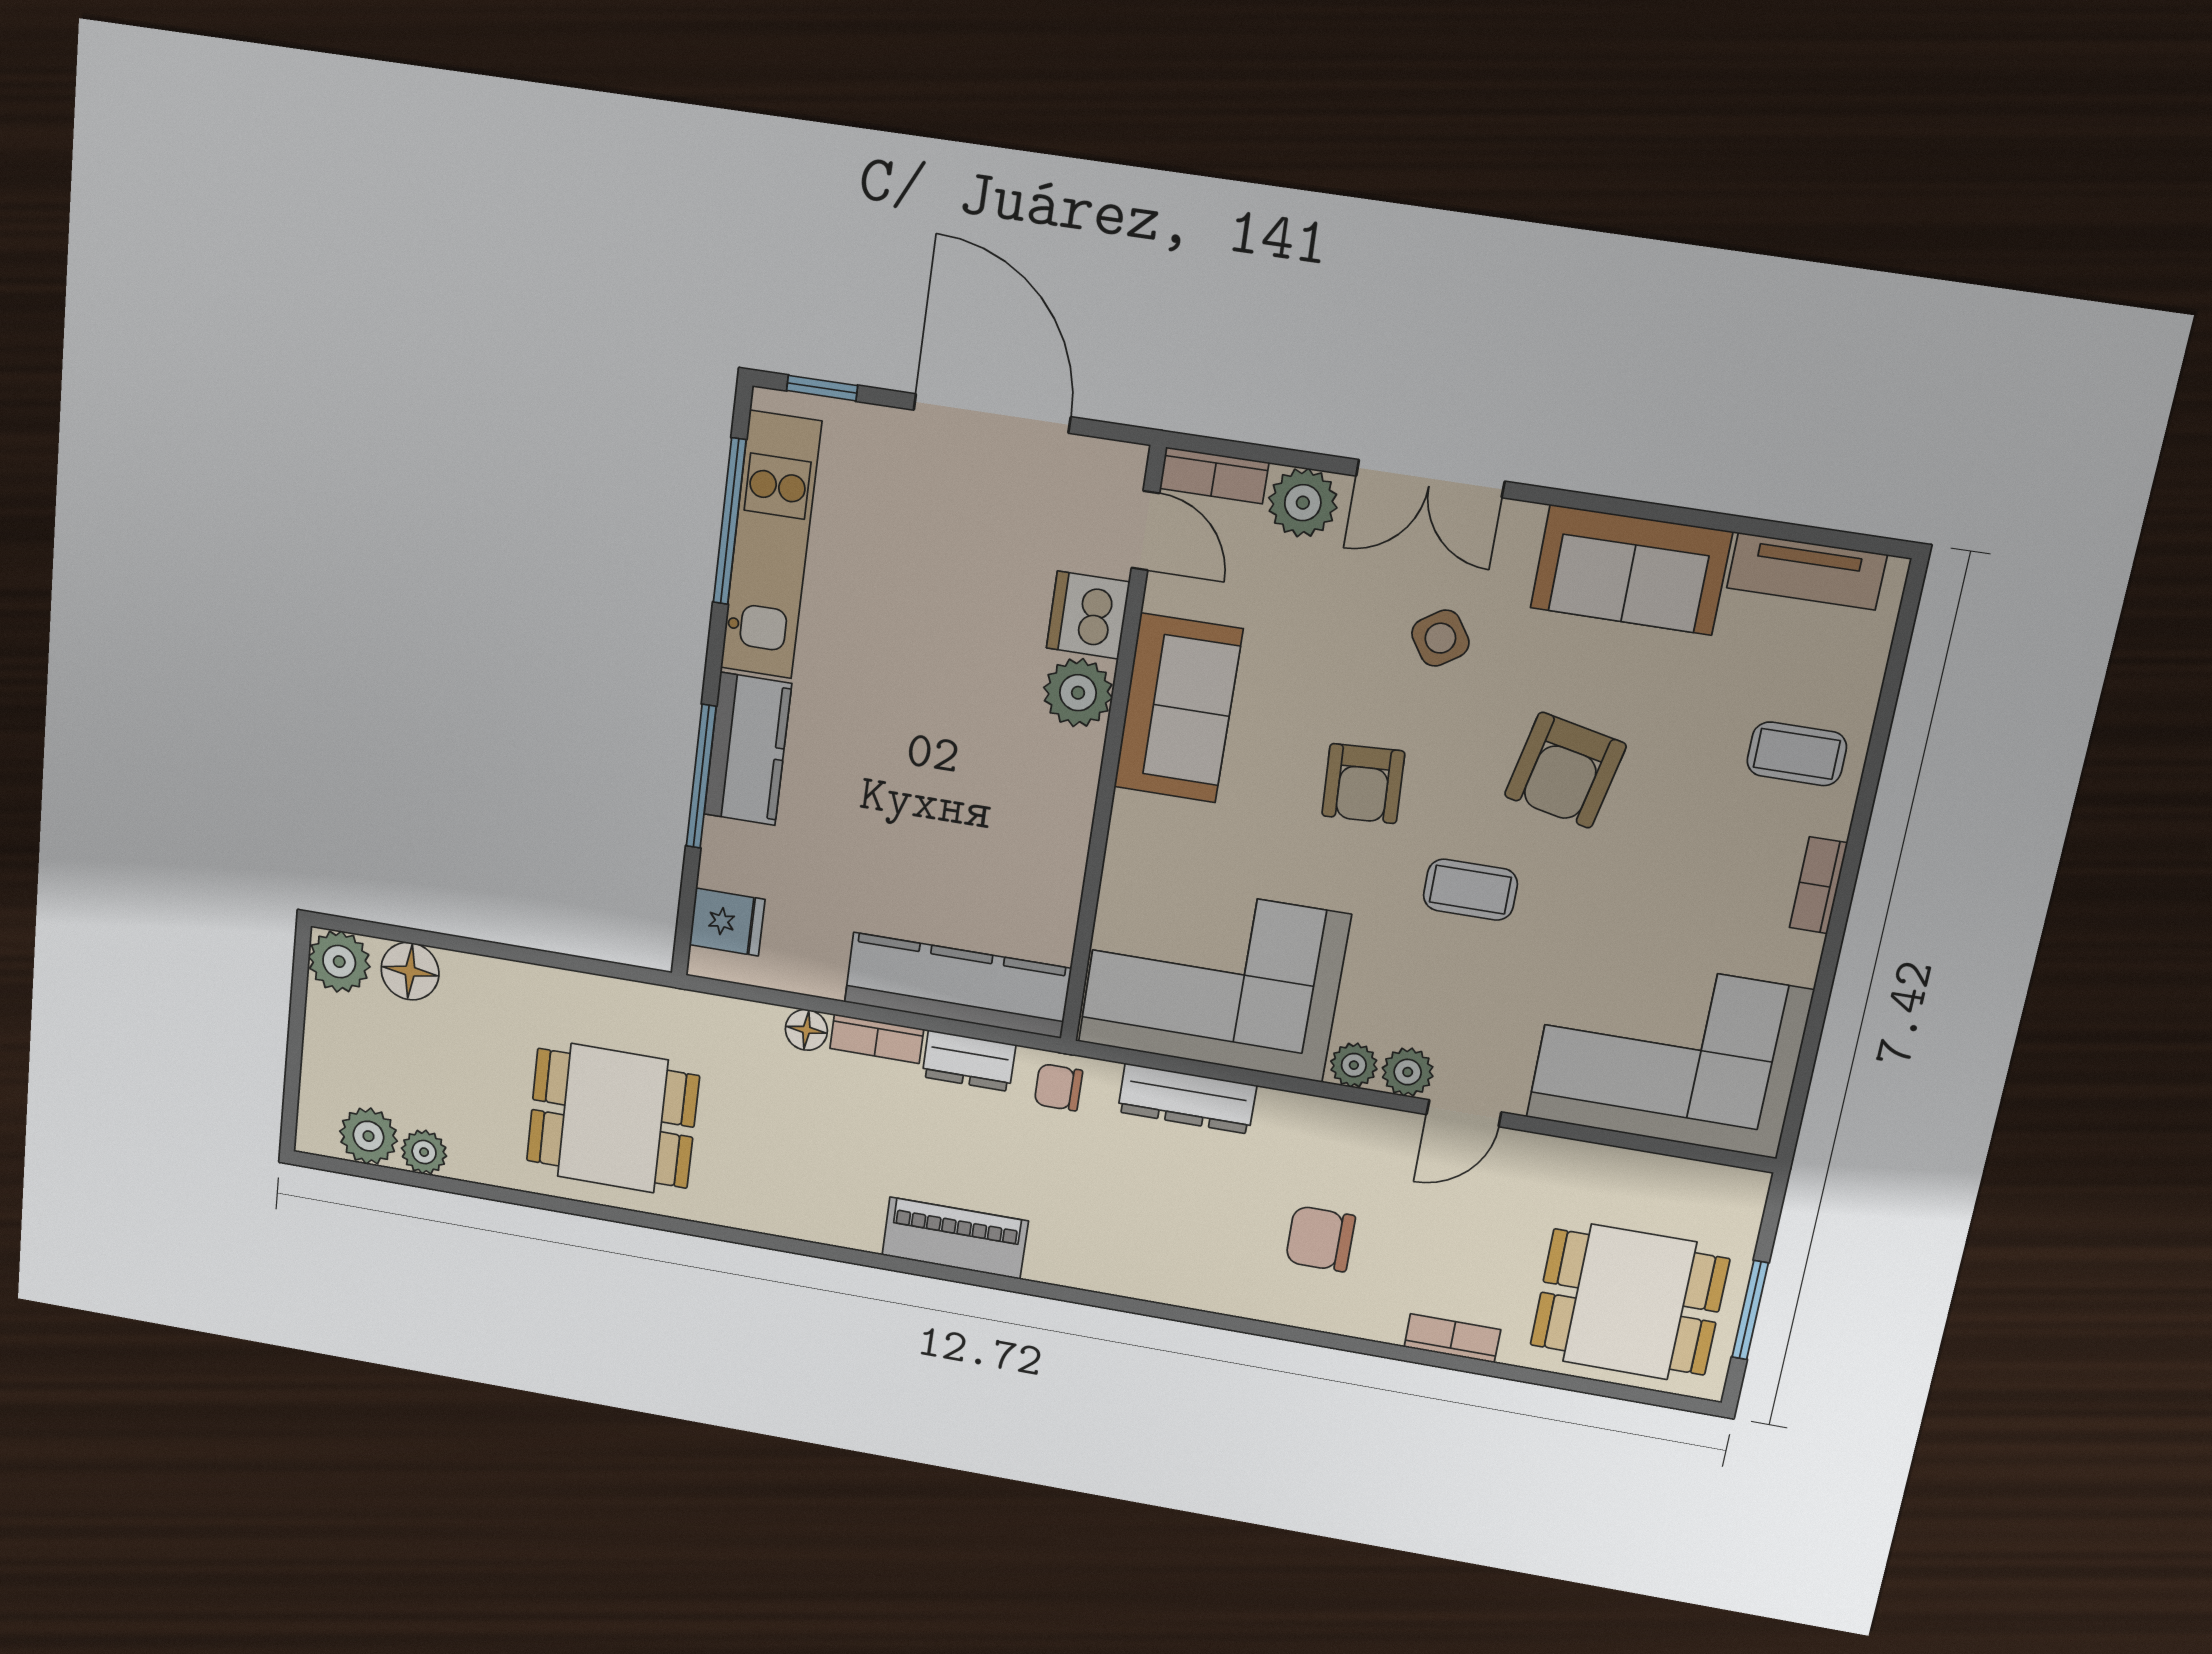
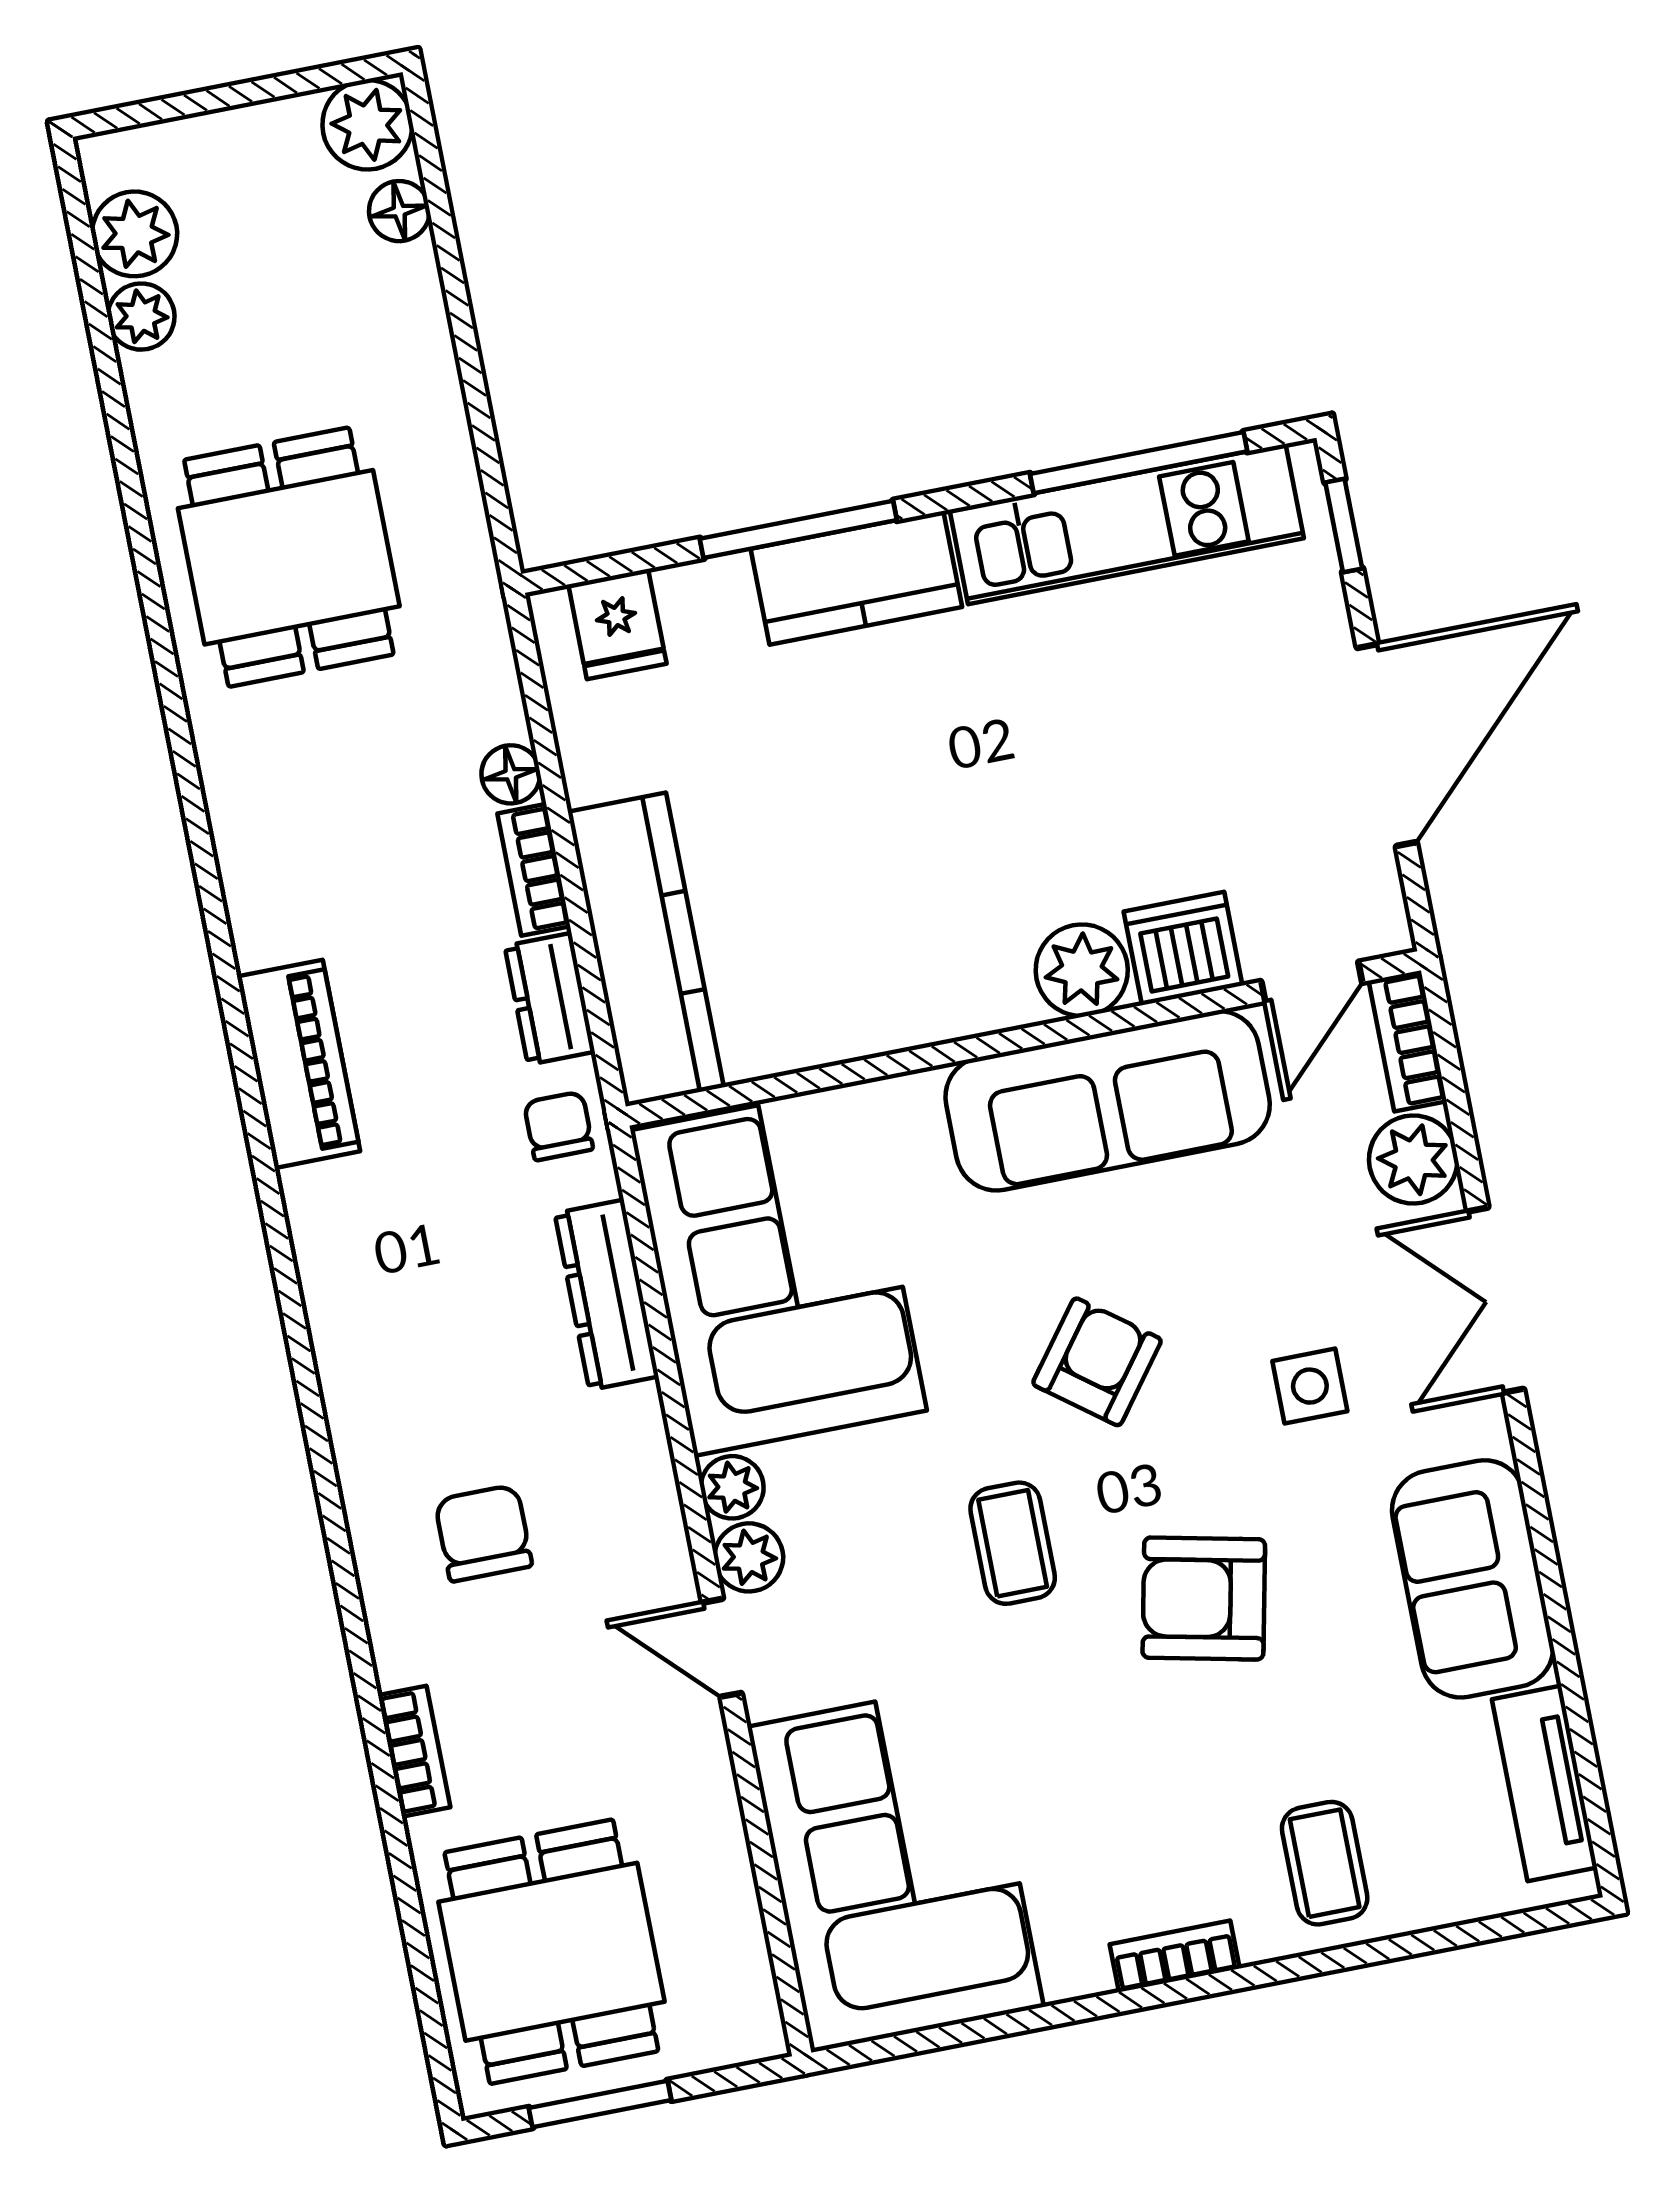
side table: (1440, 638) -> (1310, 1386), turned 34
sofa: (1178, 708) -> (1108, 1101), width x1.36
armchair: (1363, 784) -> (1097, 1362), turned 130
floor lamp: (410, 971) -> (399, 211), width x0.73, depth x0.73

